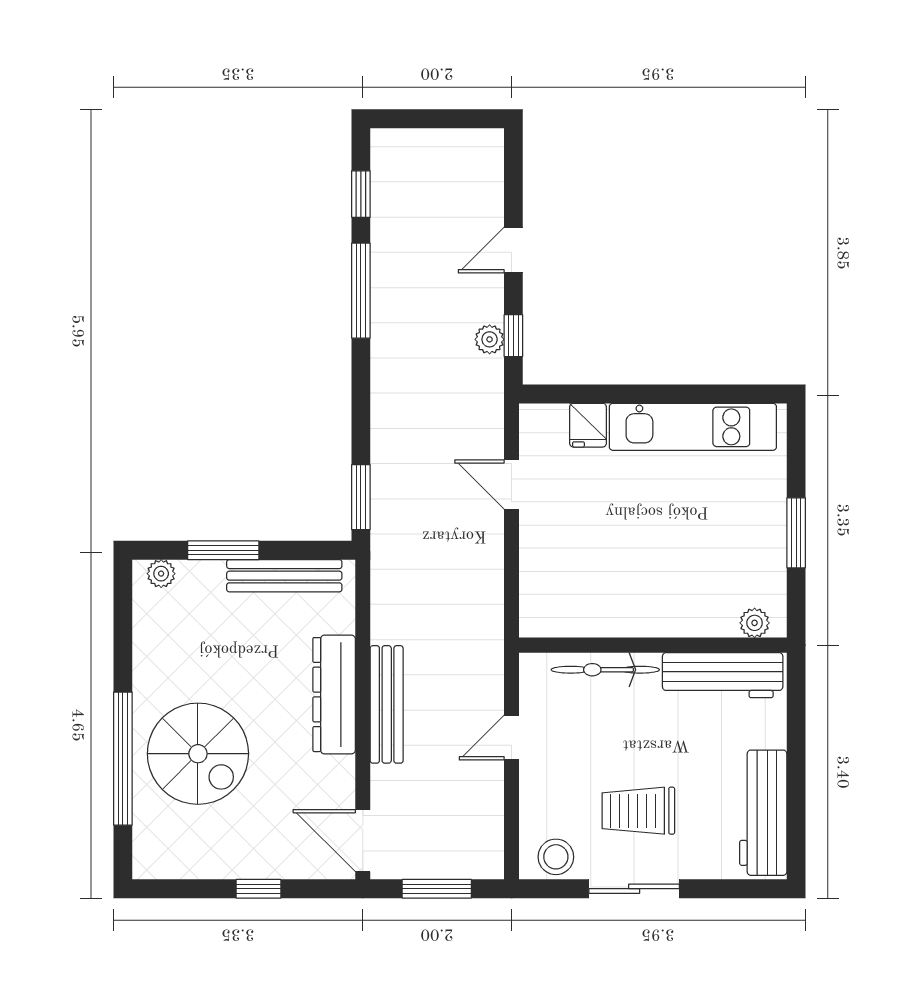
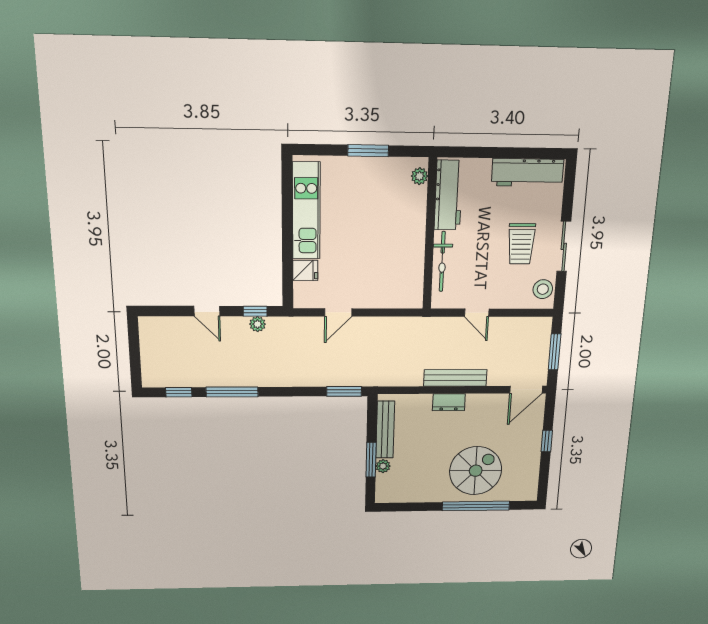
plant: (161, 574) -> (383, 466), moved
dresser: (334, 695) -> (449, 402), width x0.51, depth x0.80

